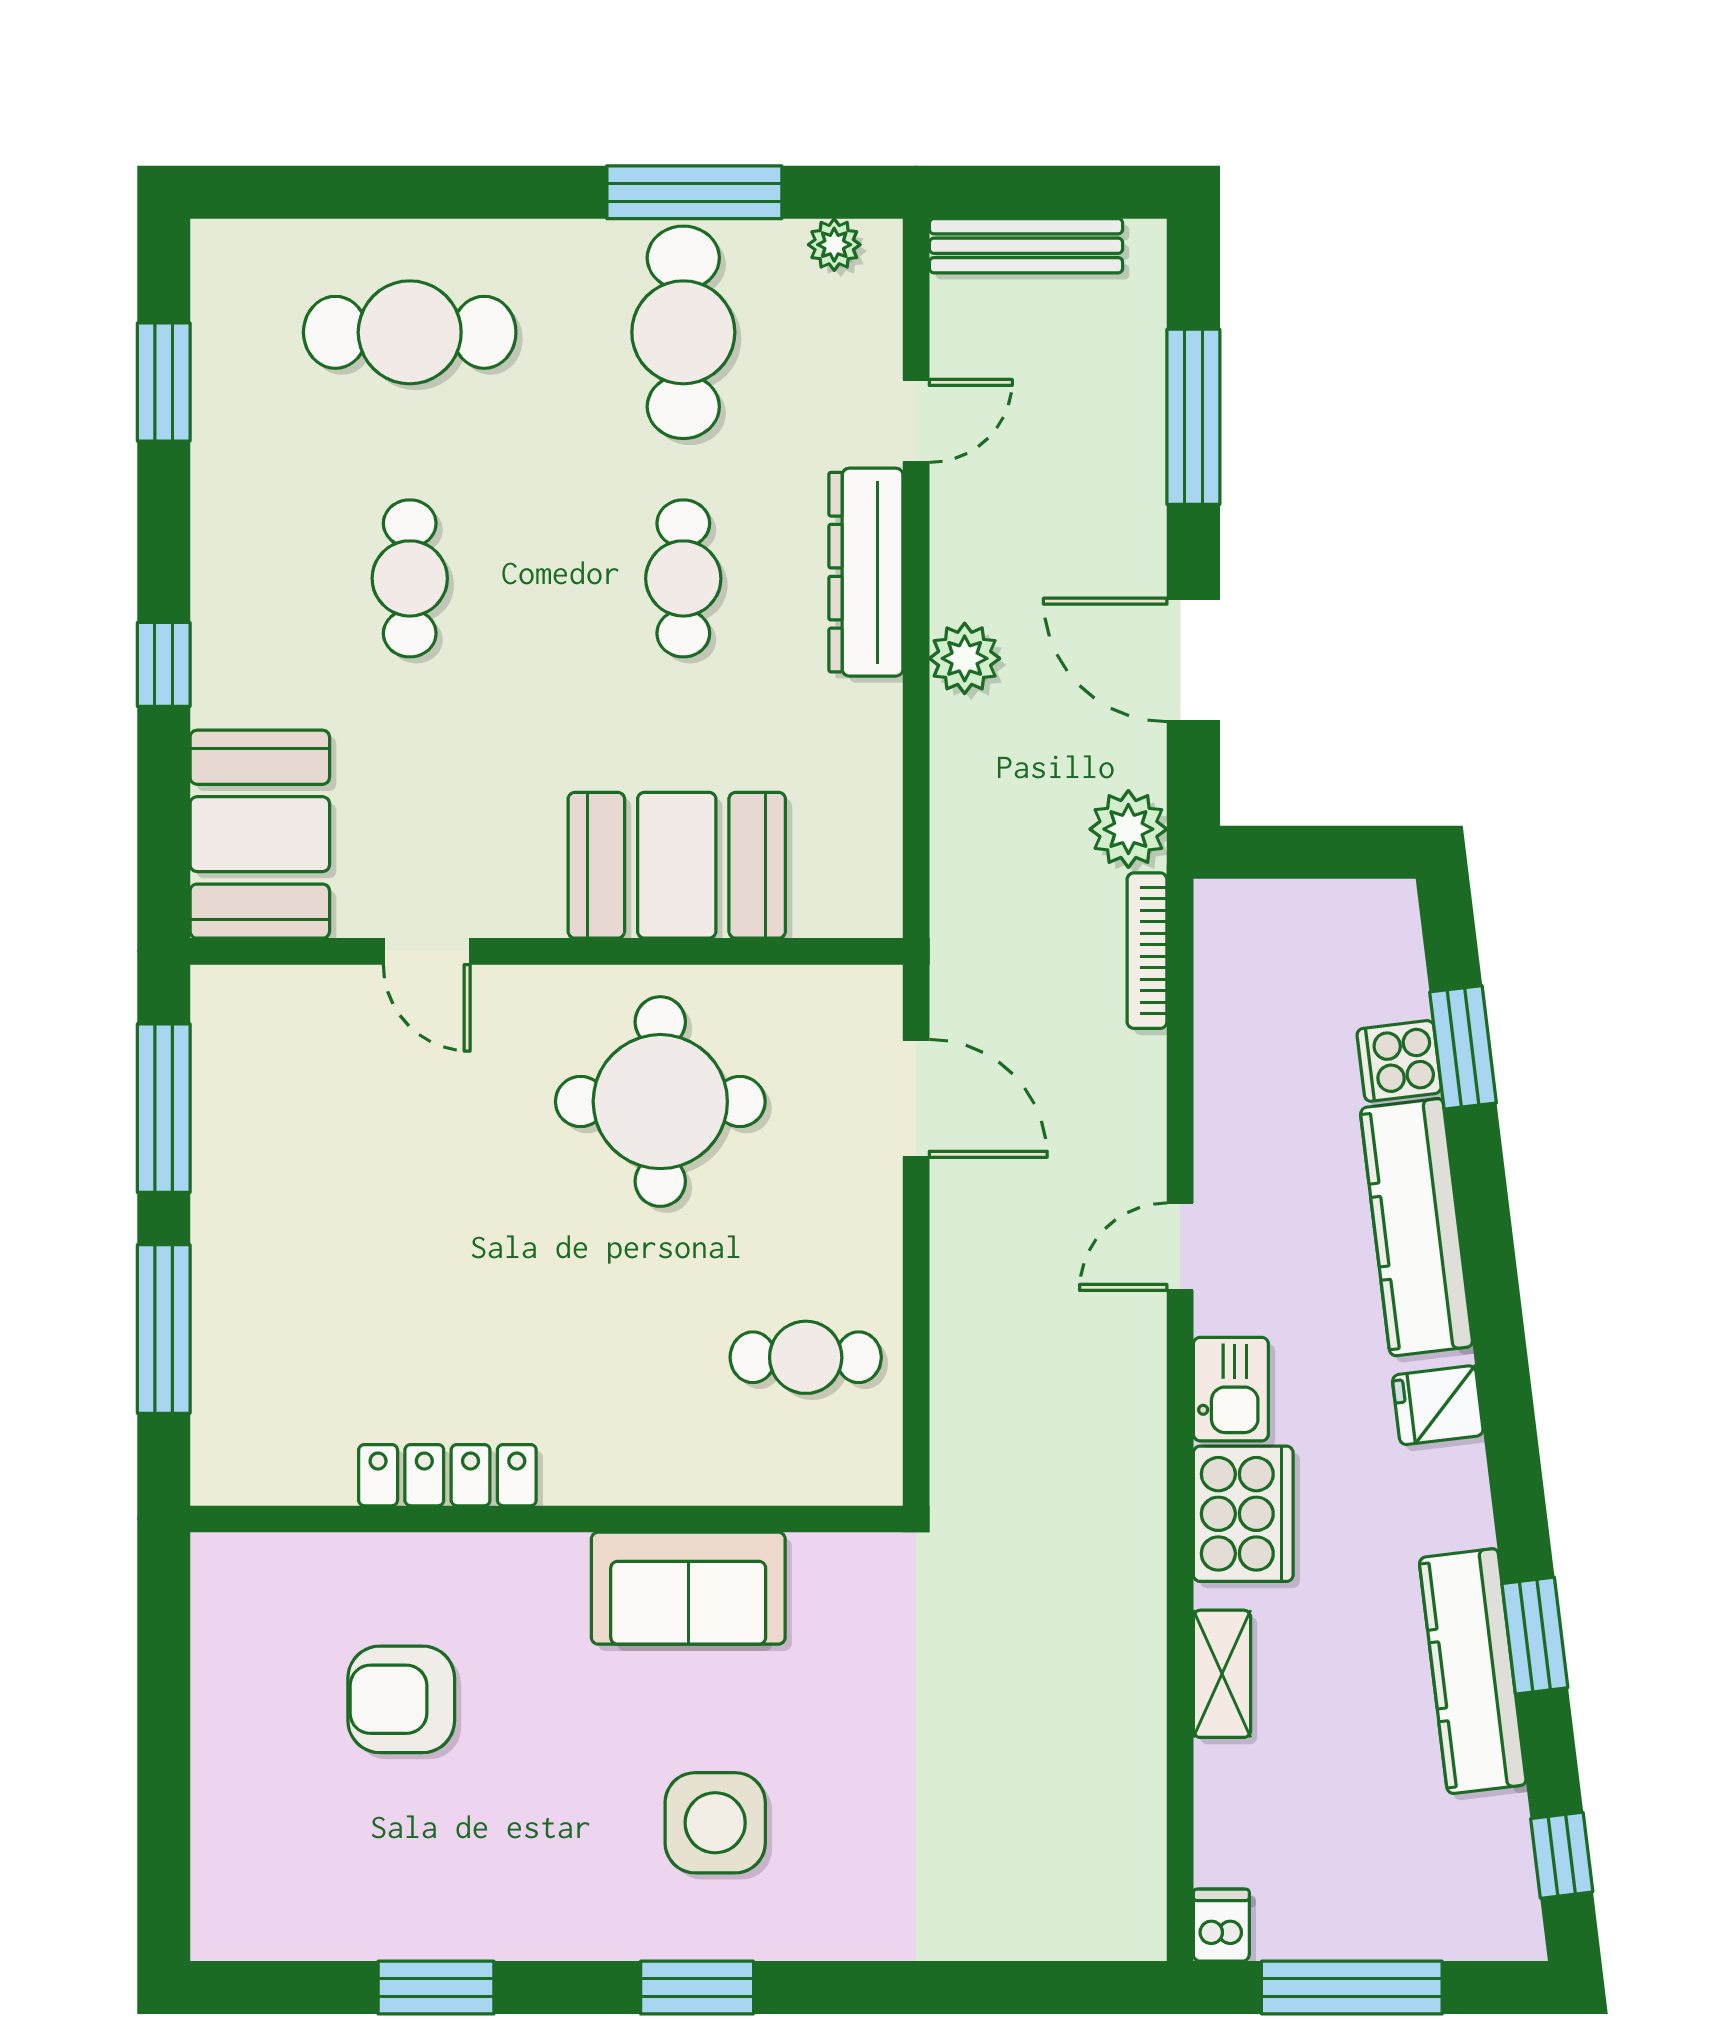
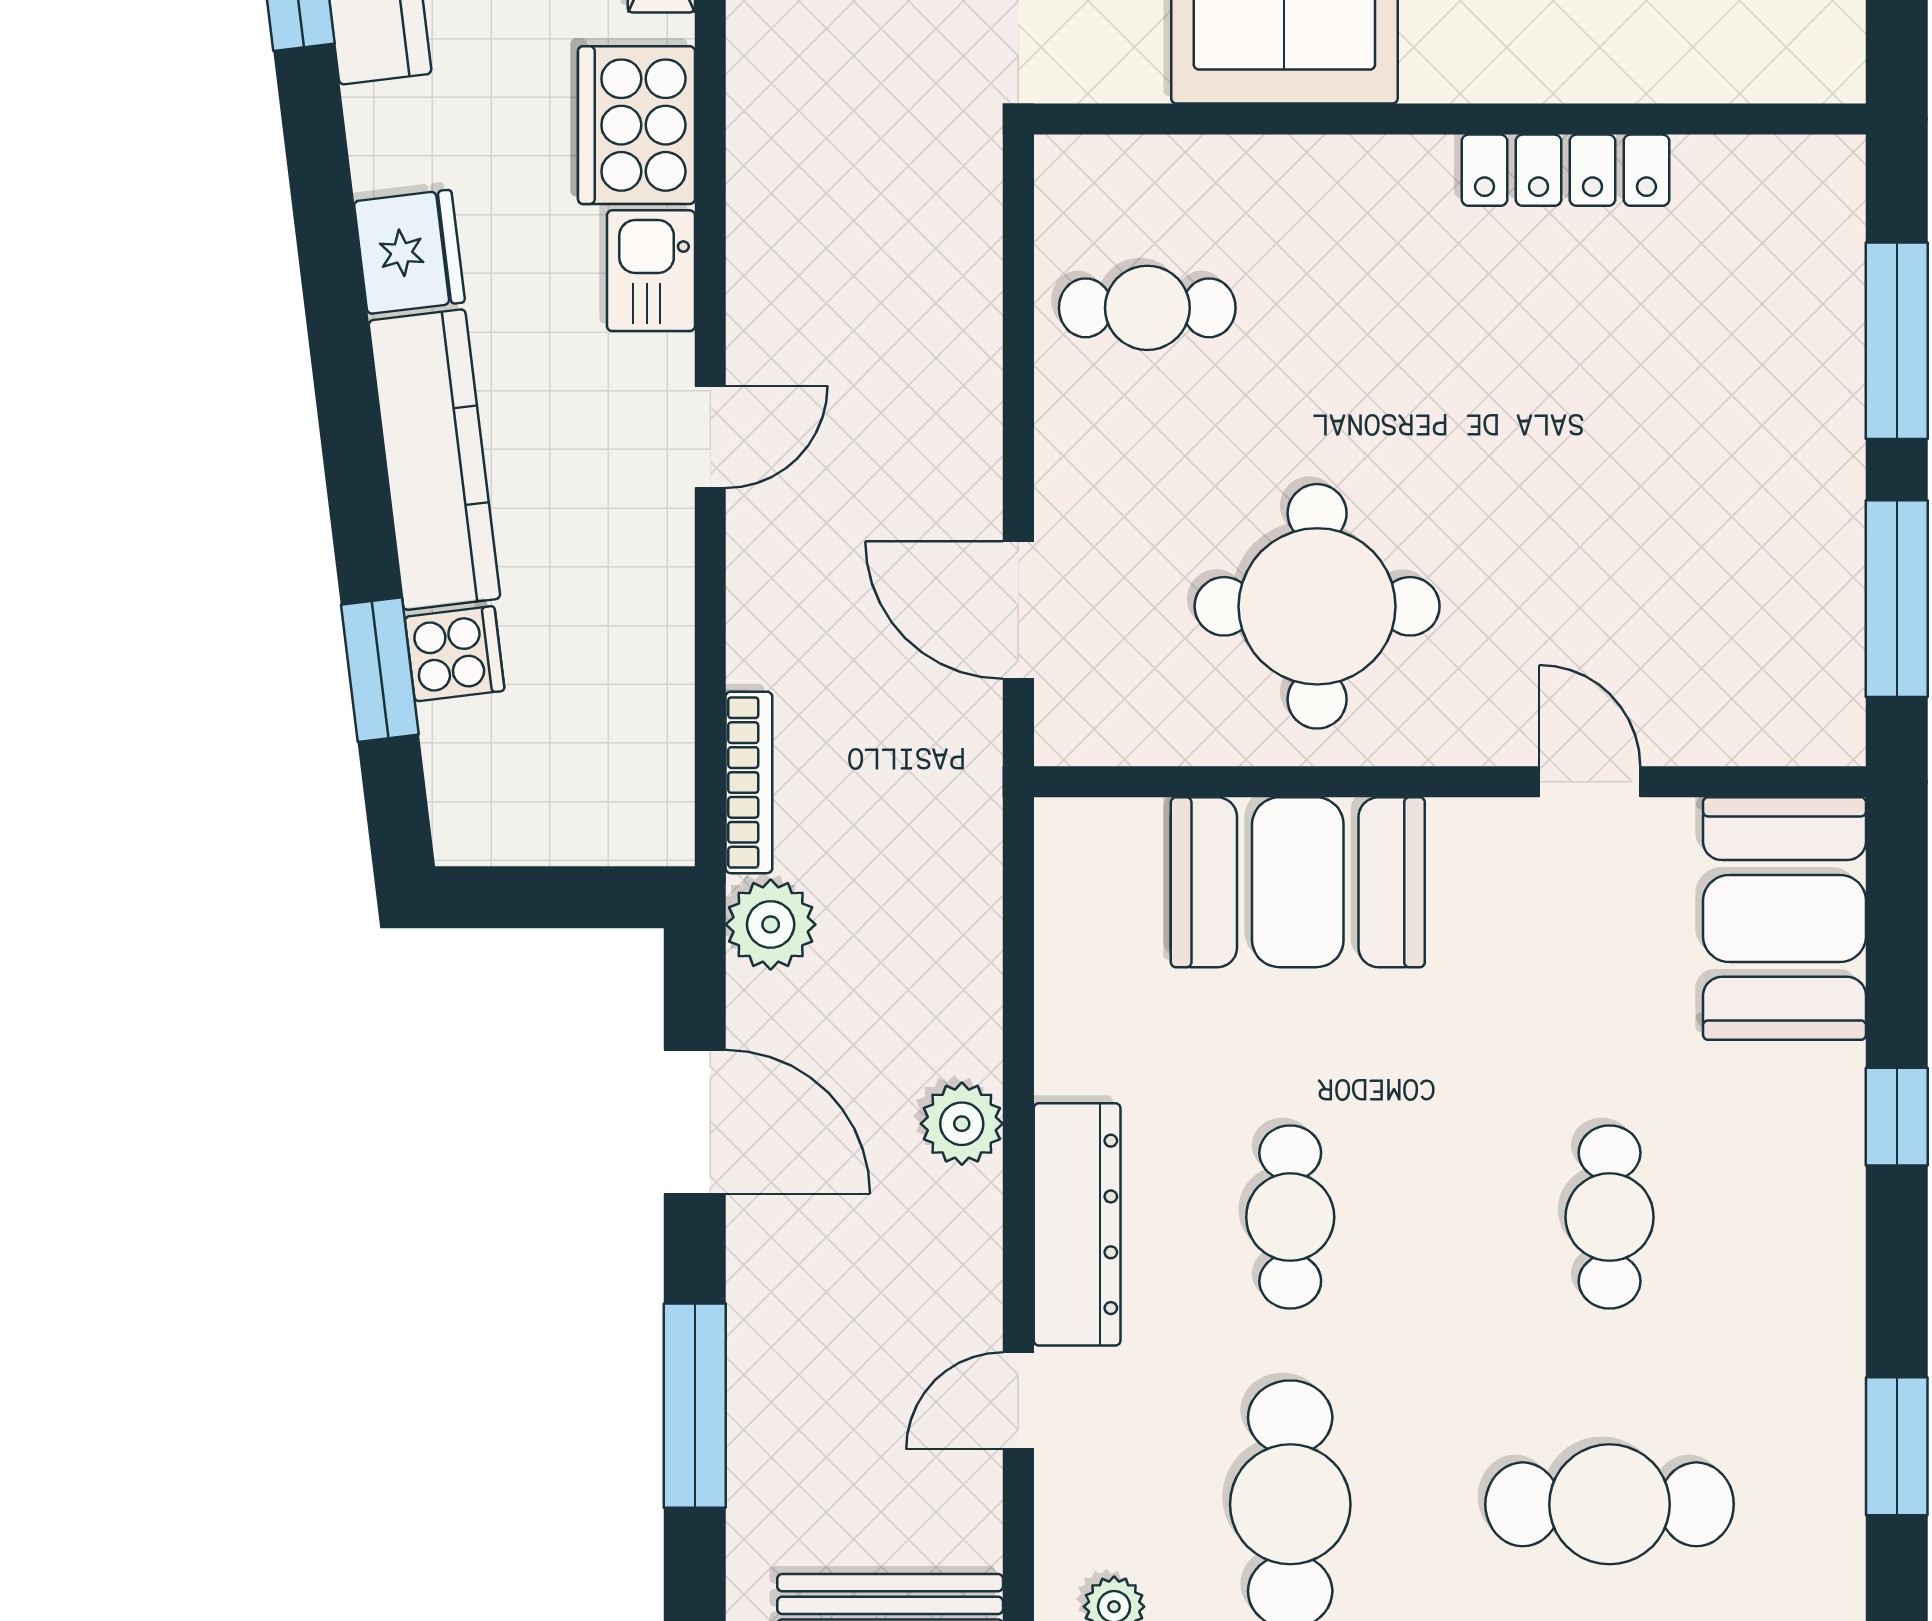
fridge: (1438, 1405) -> (409, 252), width x1.38

